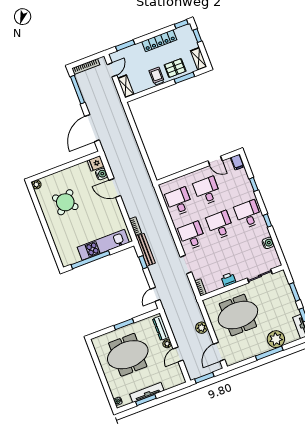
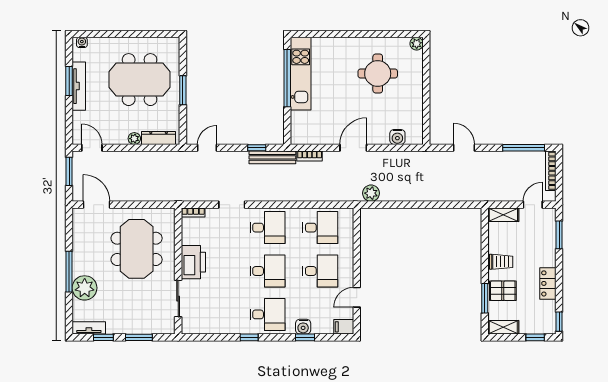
locker: (159, 41) -> (548, 283), width x0.66
pallet: (175, 68) -> (503, 291), turned 90
door: (112, 70) -> (533, 205), swing flipped
door: (92, 128) -> (464, 148), width x0.53
fridge: (96, 163) -> (415, 135), removed
door: (115, 188) -> (353, 148), moved
round table: (65, 202) -> (378, 74), turned 45
water cooler: (268, 243) -> (303, 327), moved
kitchen unit: (103, 245) -> (301, 74), moved
printer: (228, 280) -> (193, 262), width x1.87, depth x1.48
door: (155, 294) -> (207, 148), hinge flipped
plant: (201, 328) -> (371, 193), moved
meeting table: (128, 355) -> (140, 80), turned 90
door: (178, 355) -> (92, 148), moved

